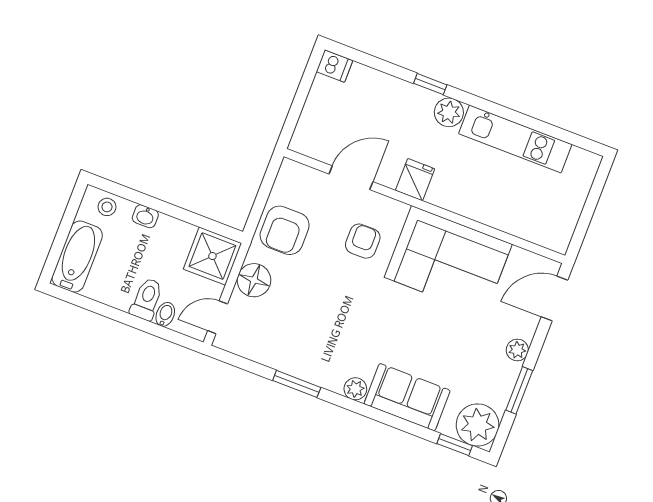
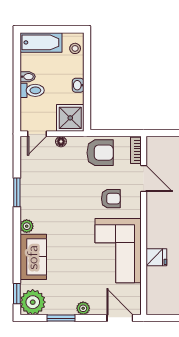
bookcase: (302, 173) -> (136, 150), added
fridge: (415, 180) -> (156, 257), moved
washbasin: (145, 216) -> (78, 85), moved
armchair: (285, 230) -> (100, 153), turned 180
floor lamp: (254, 280) -> (61, 142), width x0.53, depth x0.53
bidet: (165, 314) -> (28, 77), moved
door: (218, 317) -> (37, 134), swing flipped

